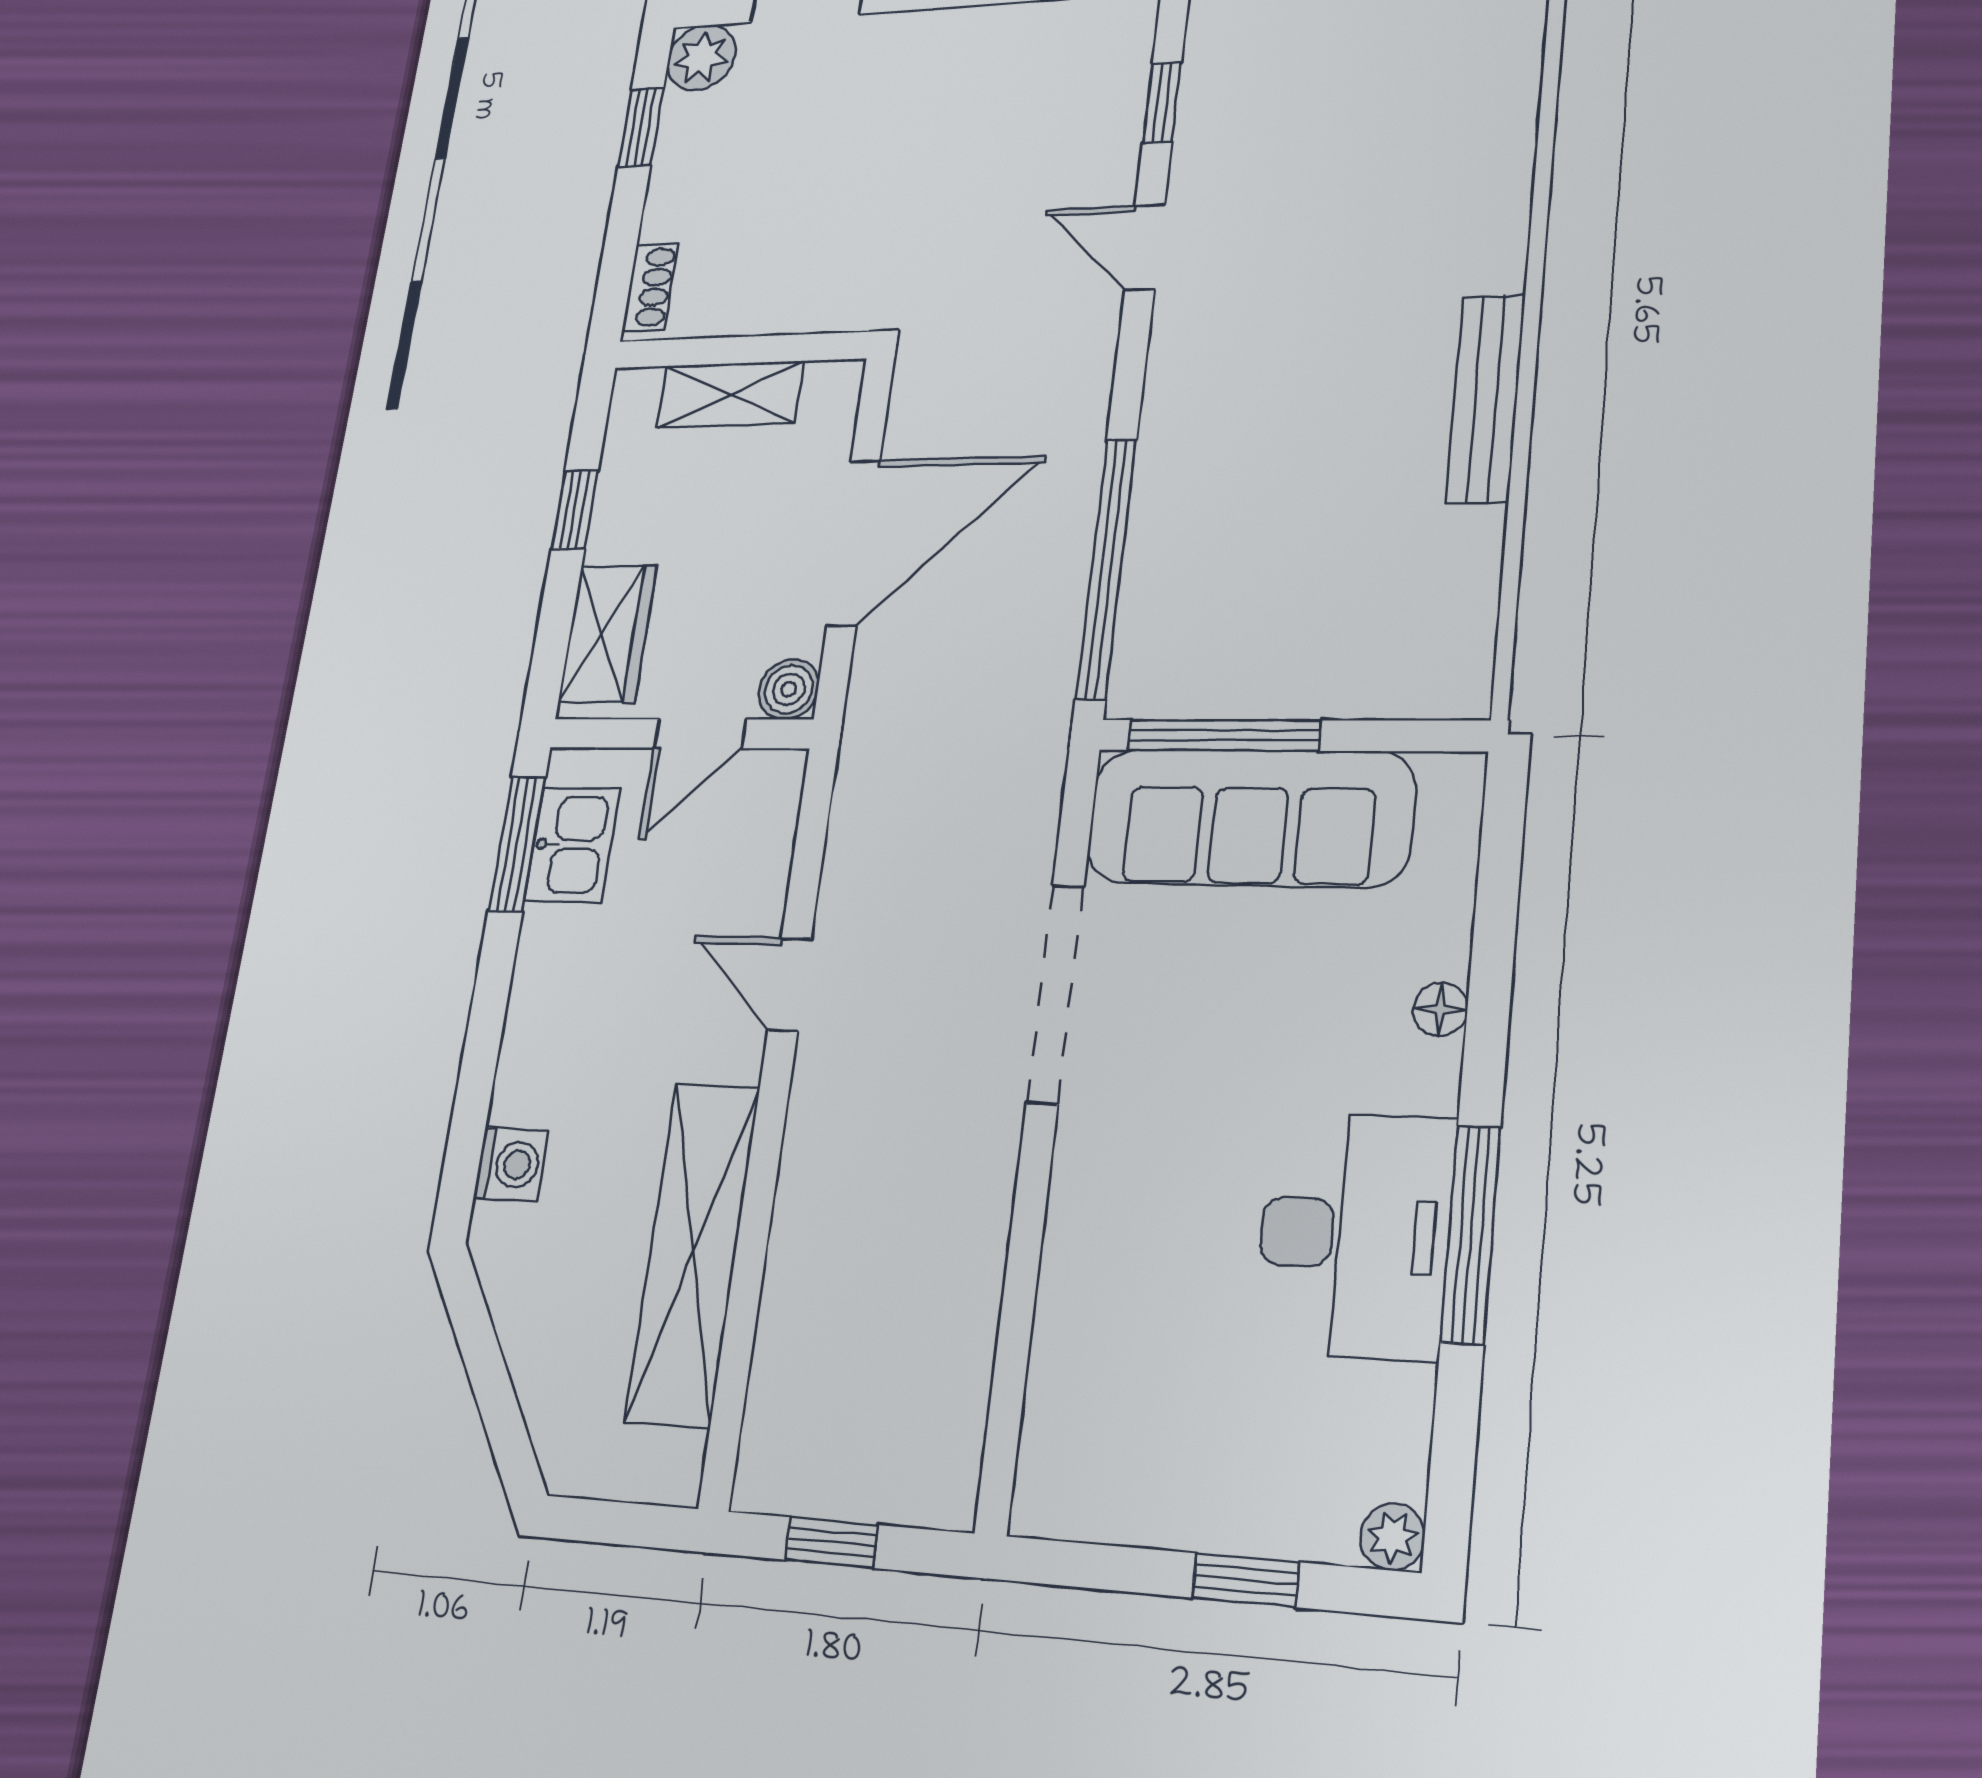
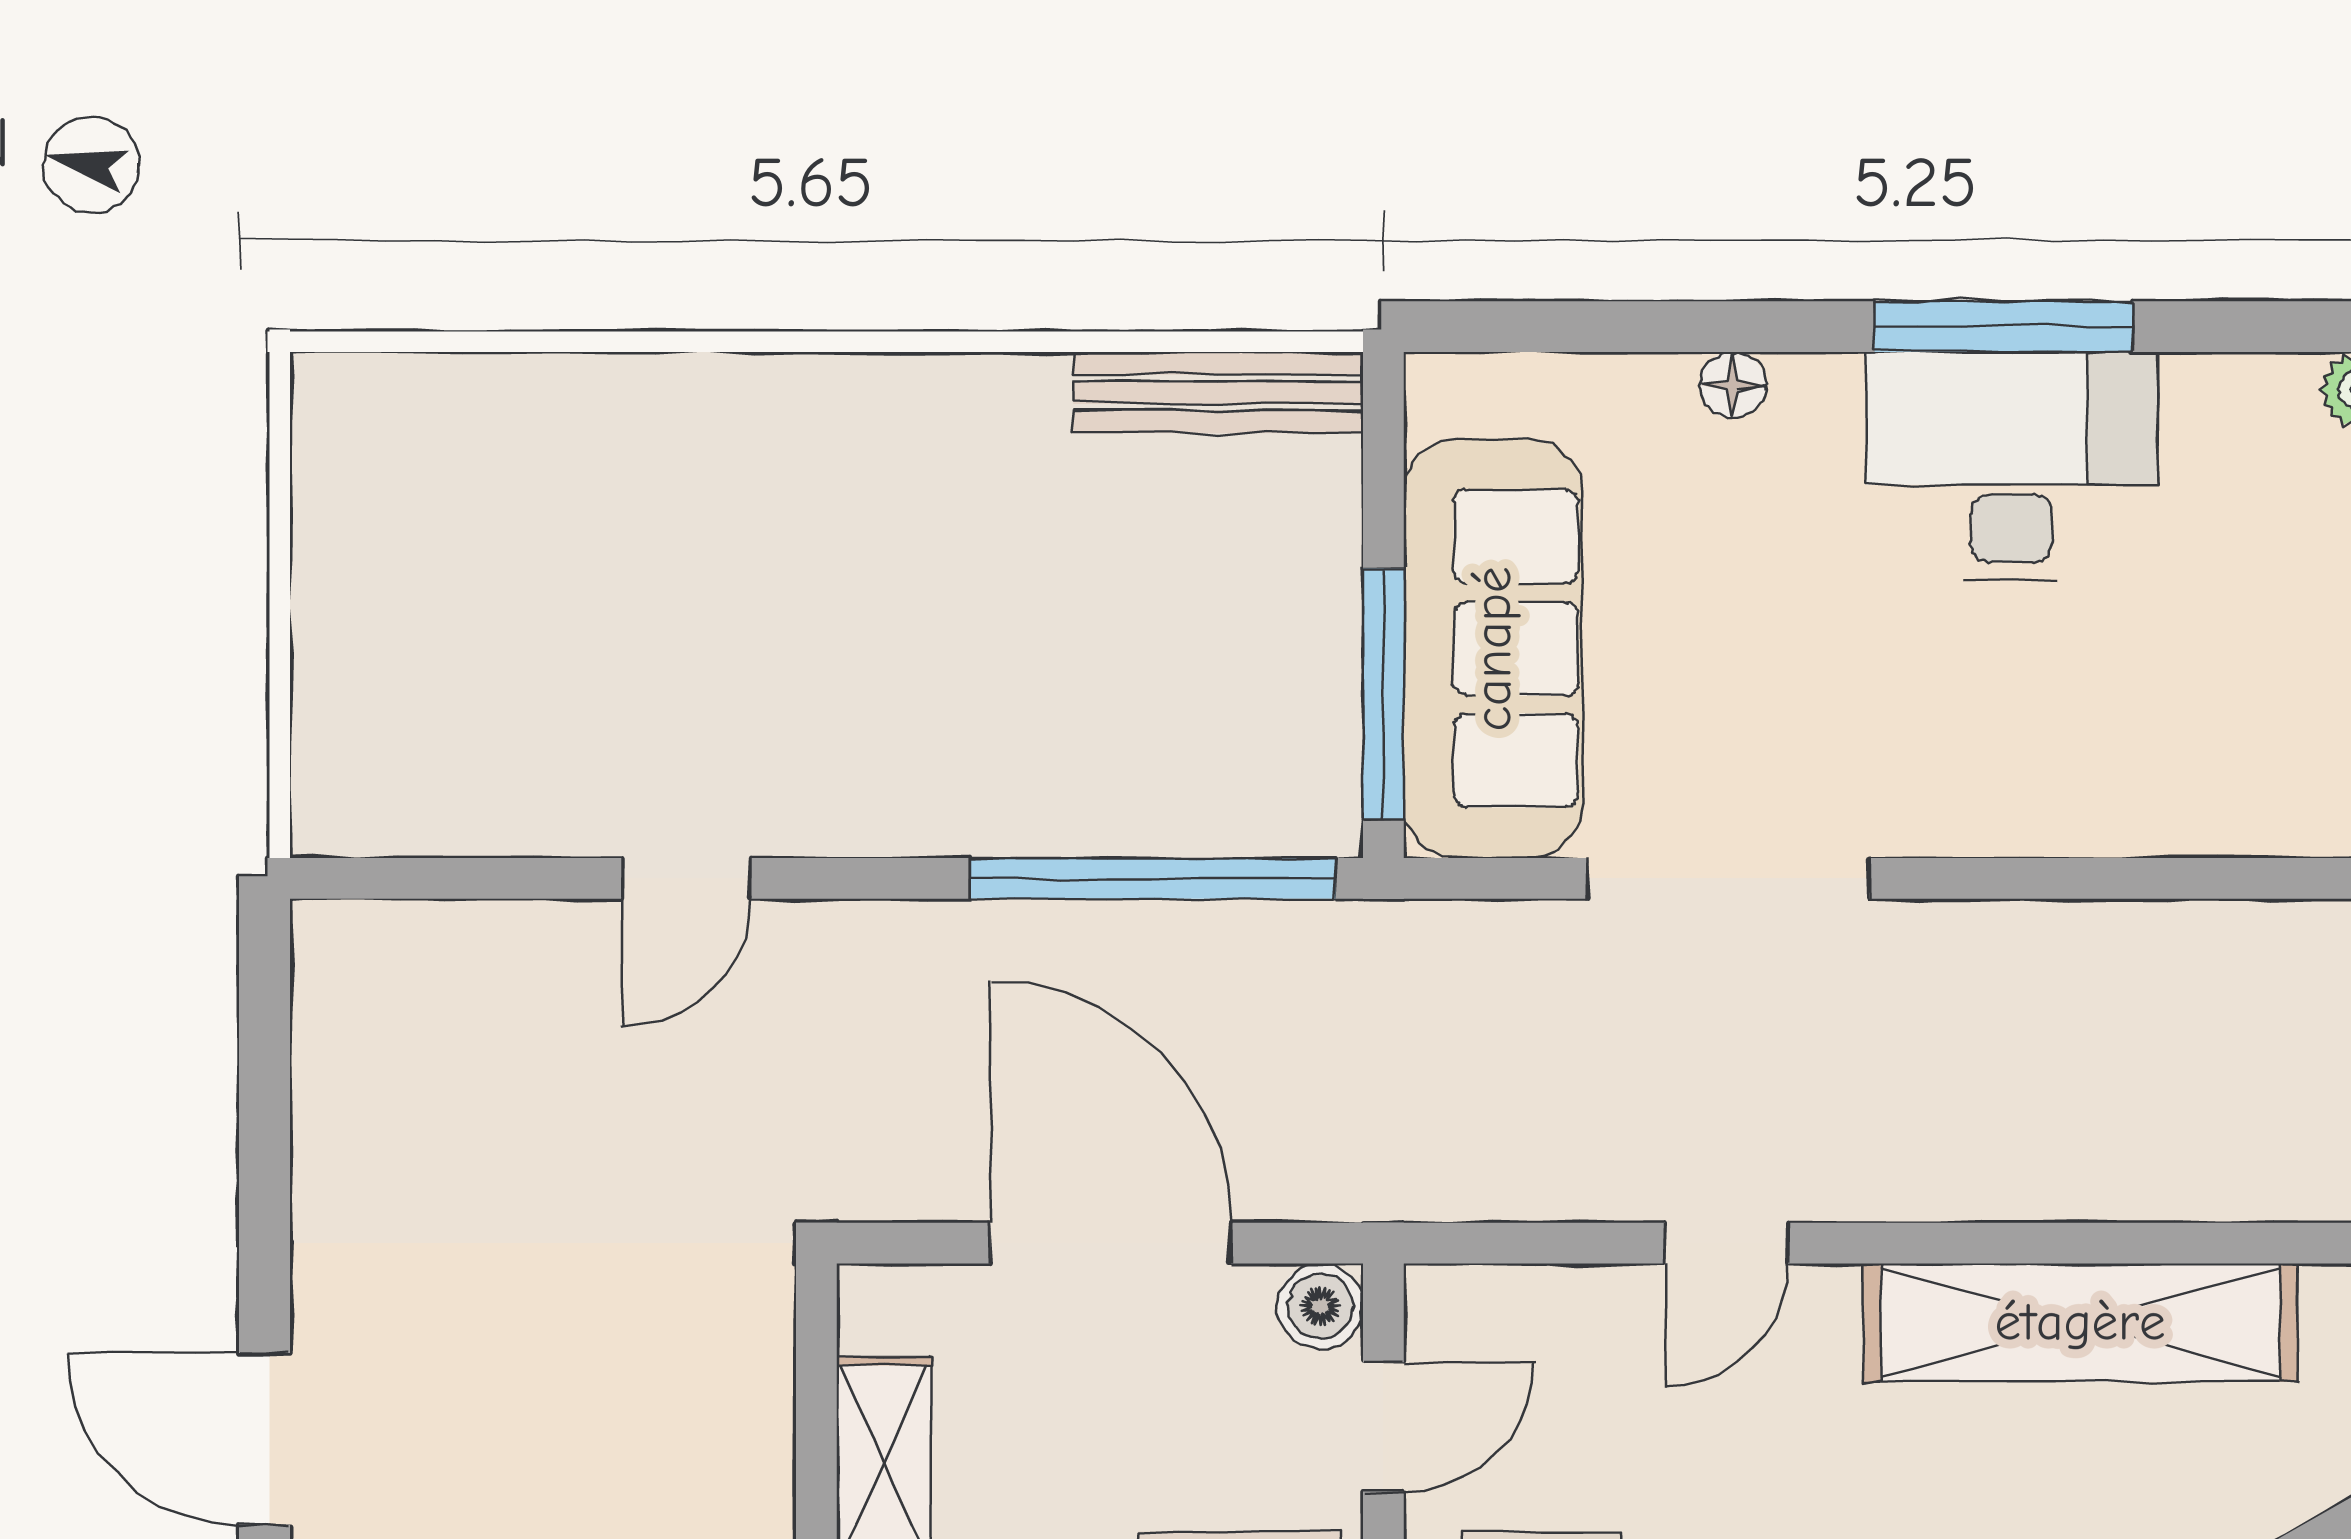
window: (1162, 103) -> (466, 878), removed
bench: (1486, 398) -> (1218, 393), moved
door: (700, 734) -> (1383, 1427), hinge flipped

